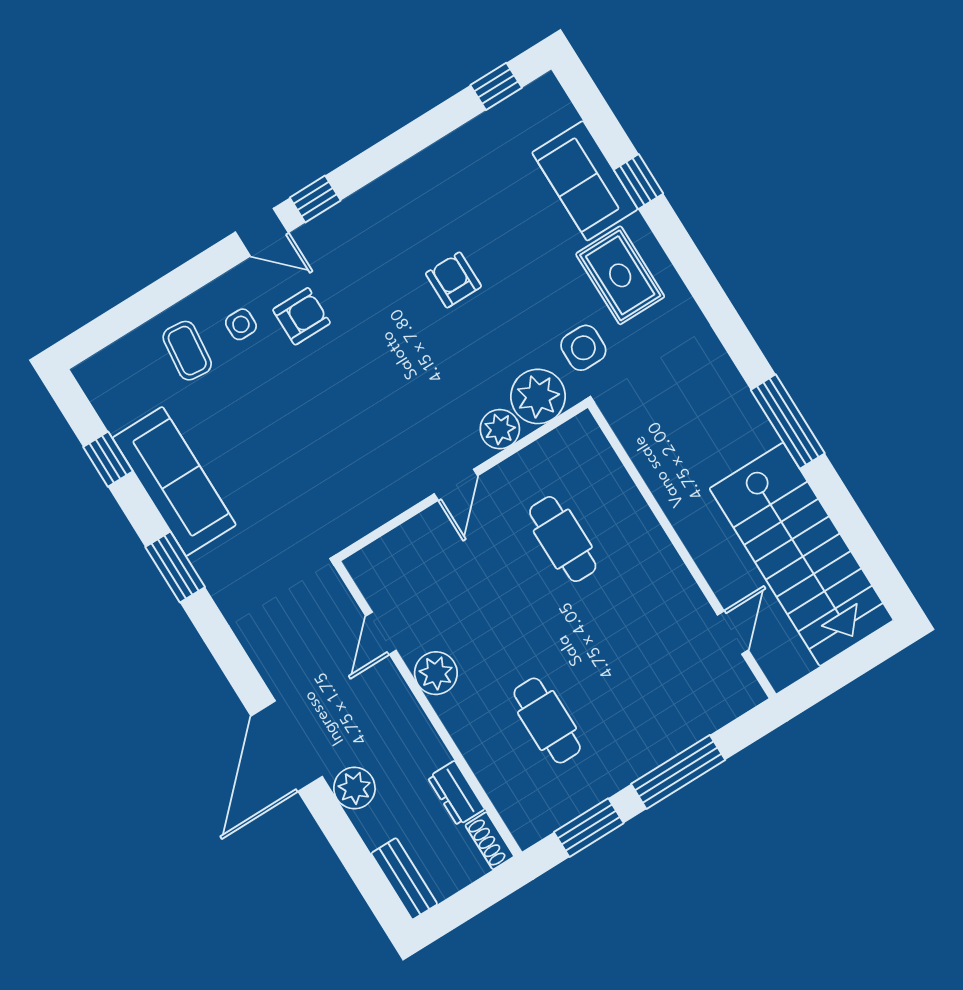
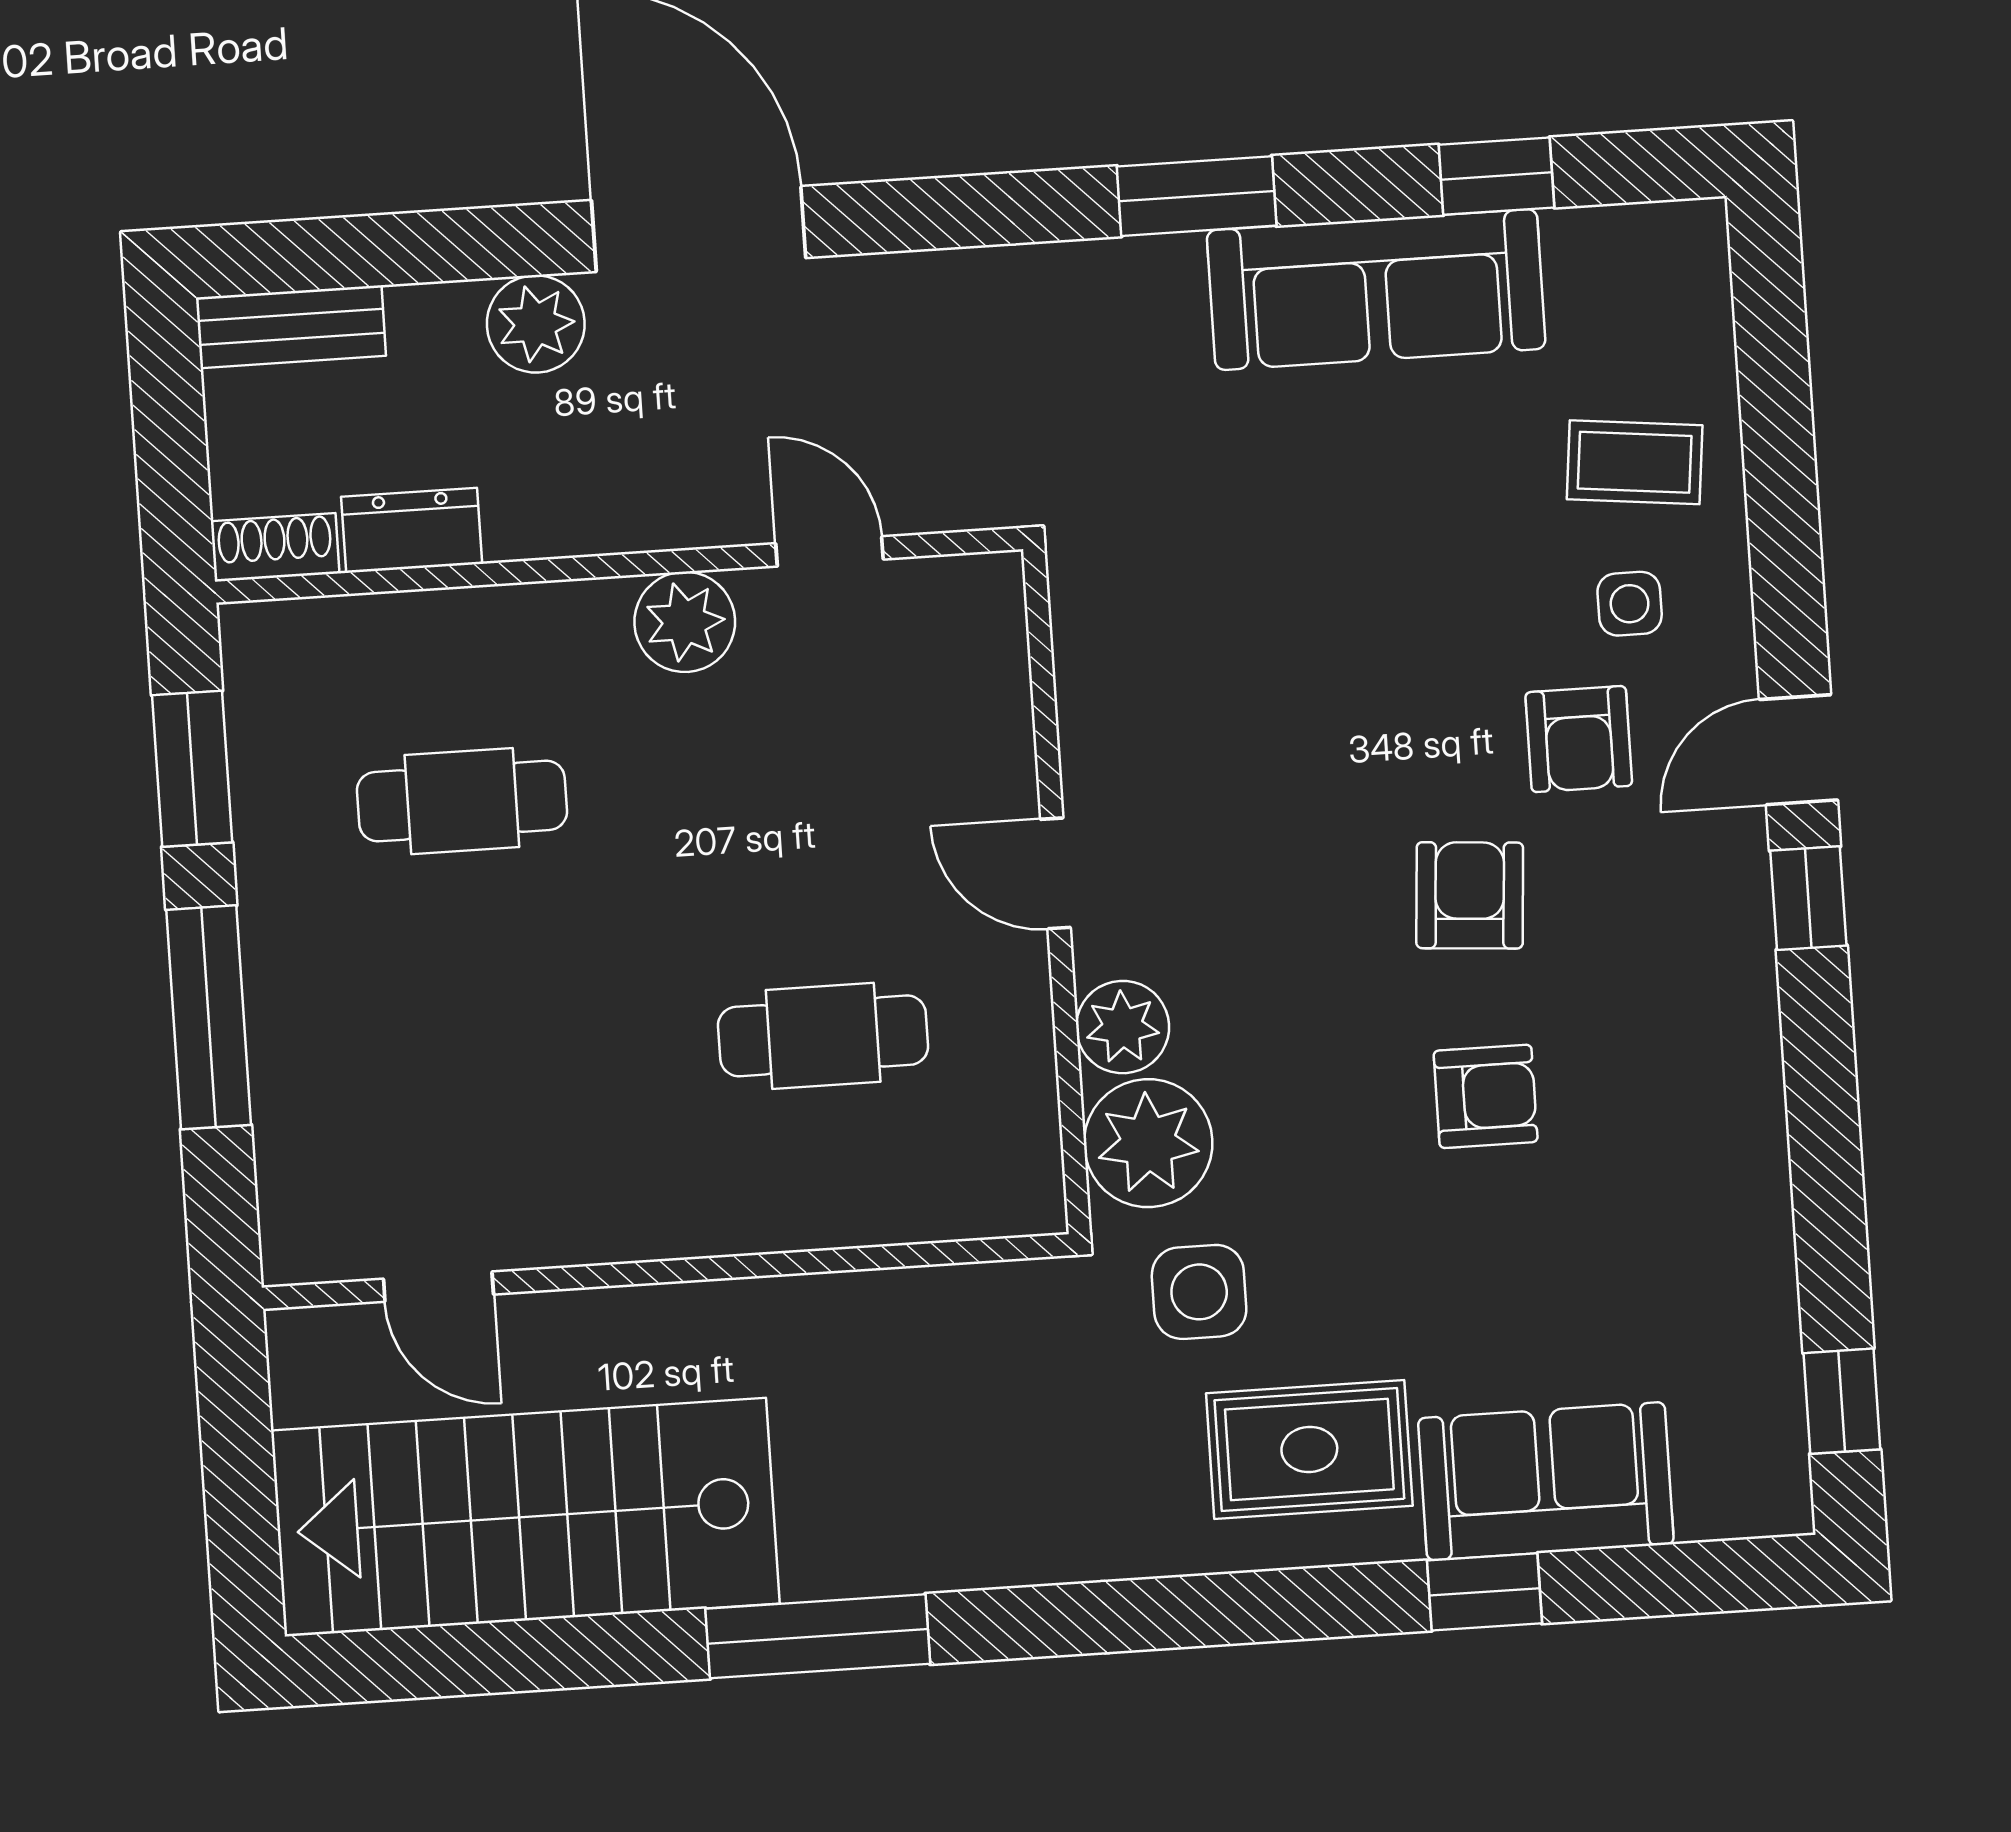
armchair: (382, 326) -> (1470, 895), added

